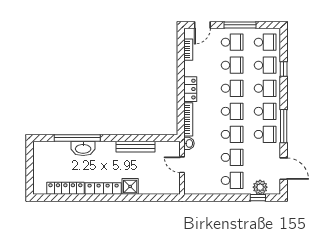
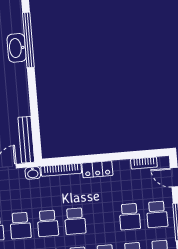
school desk: (232, 88) -> (102, 219), removed
bench: (135, 147) -> (26, 140), moved

